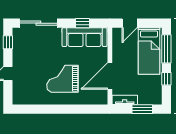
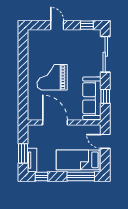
grand piano: (63, 79) -> (52, 77), turned -90
window: (166, 79) -> (42, 177), moved
tv unit: (125, 100) -> (32, 160), moved

